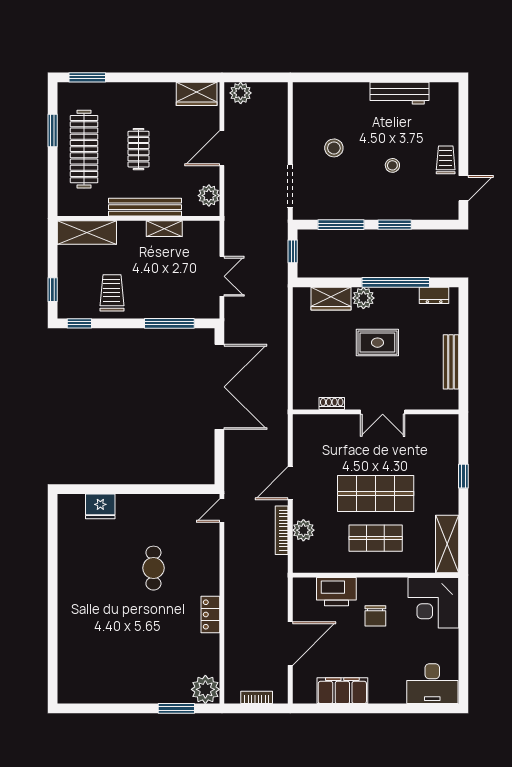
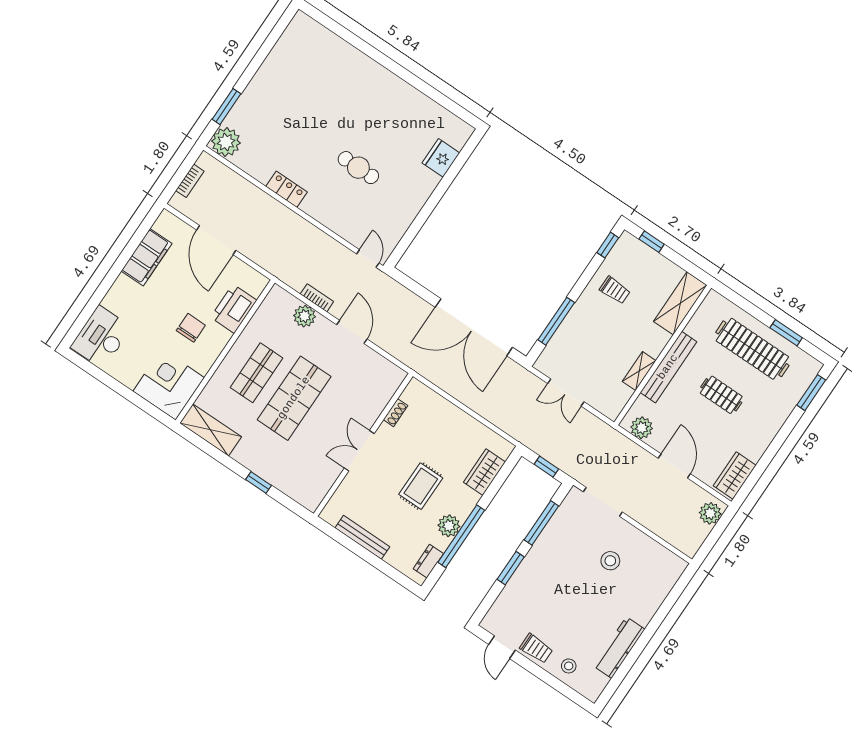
stool: (392, 165) -> (569, 666), moved
trolley: (112, 293) -> (615, 290), width x0.73, depth x0.72
plant: (363, 298) -> (449, 526), moved
bookcase: (282, 530) -> (317, 298), width x0.64
chair: (375, 616) -> (191, 328), turned 90

